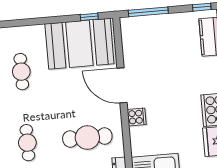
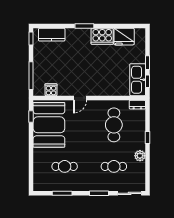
door: (122, 85) -> (80, 98), width x0.53
cooker: (137, 117) -> (51, 90), moved

